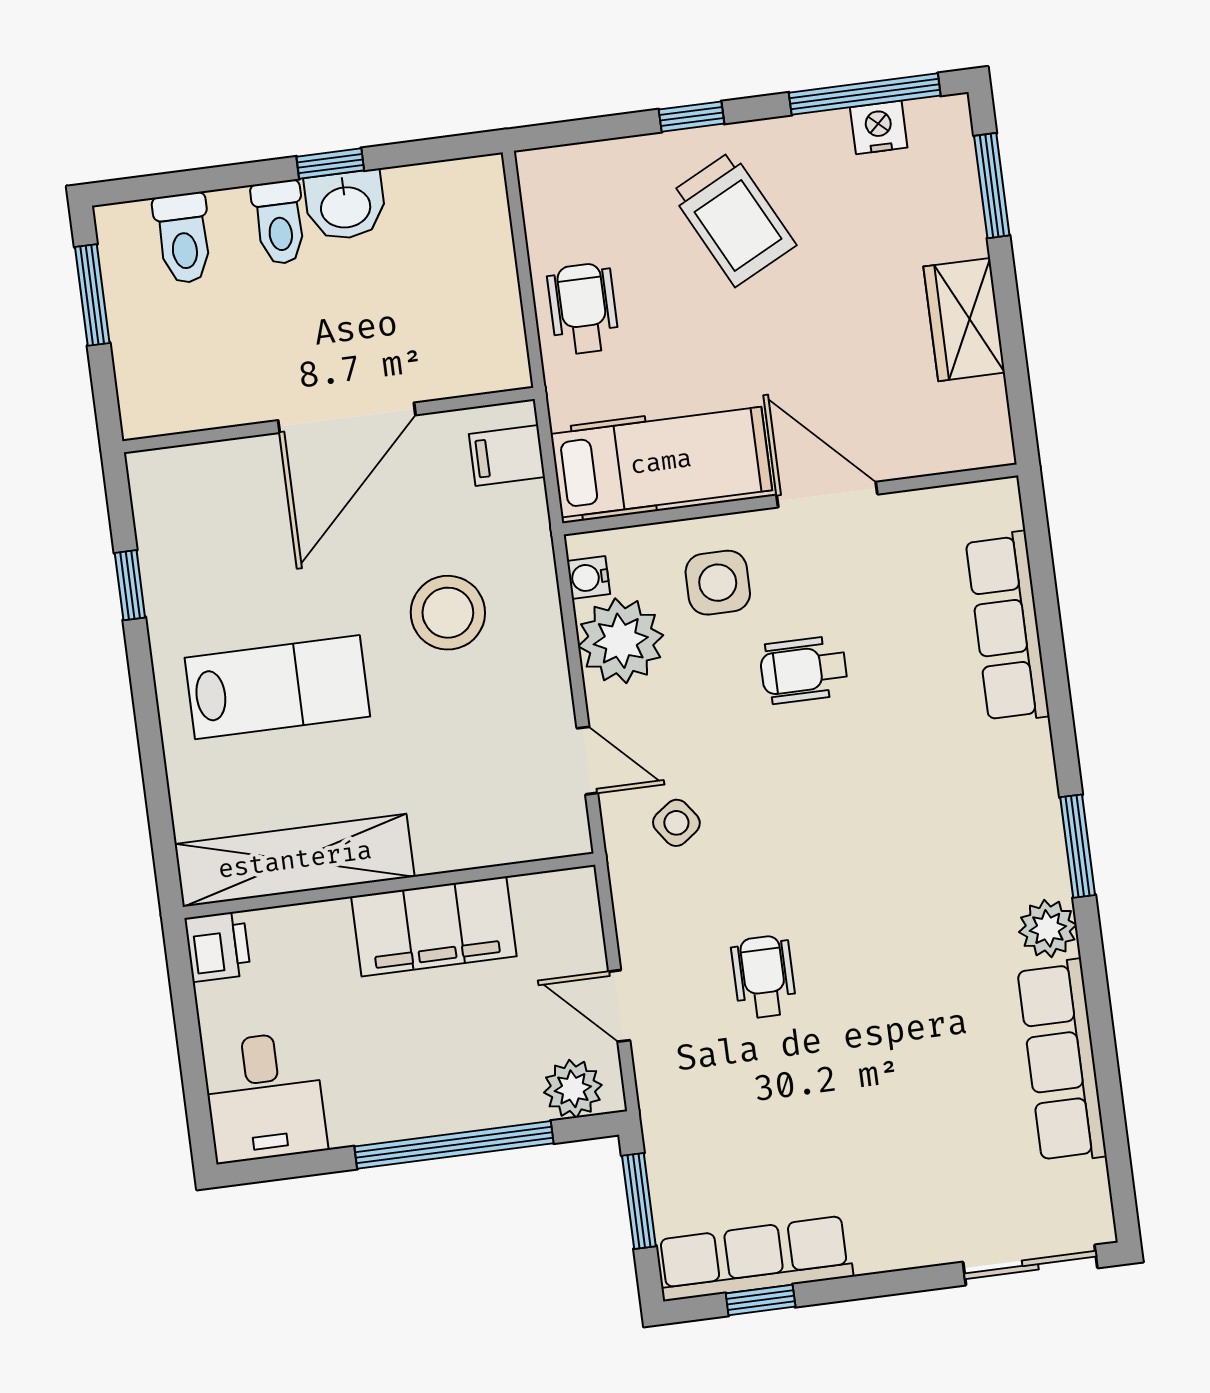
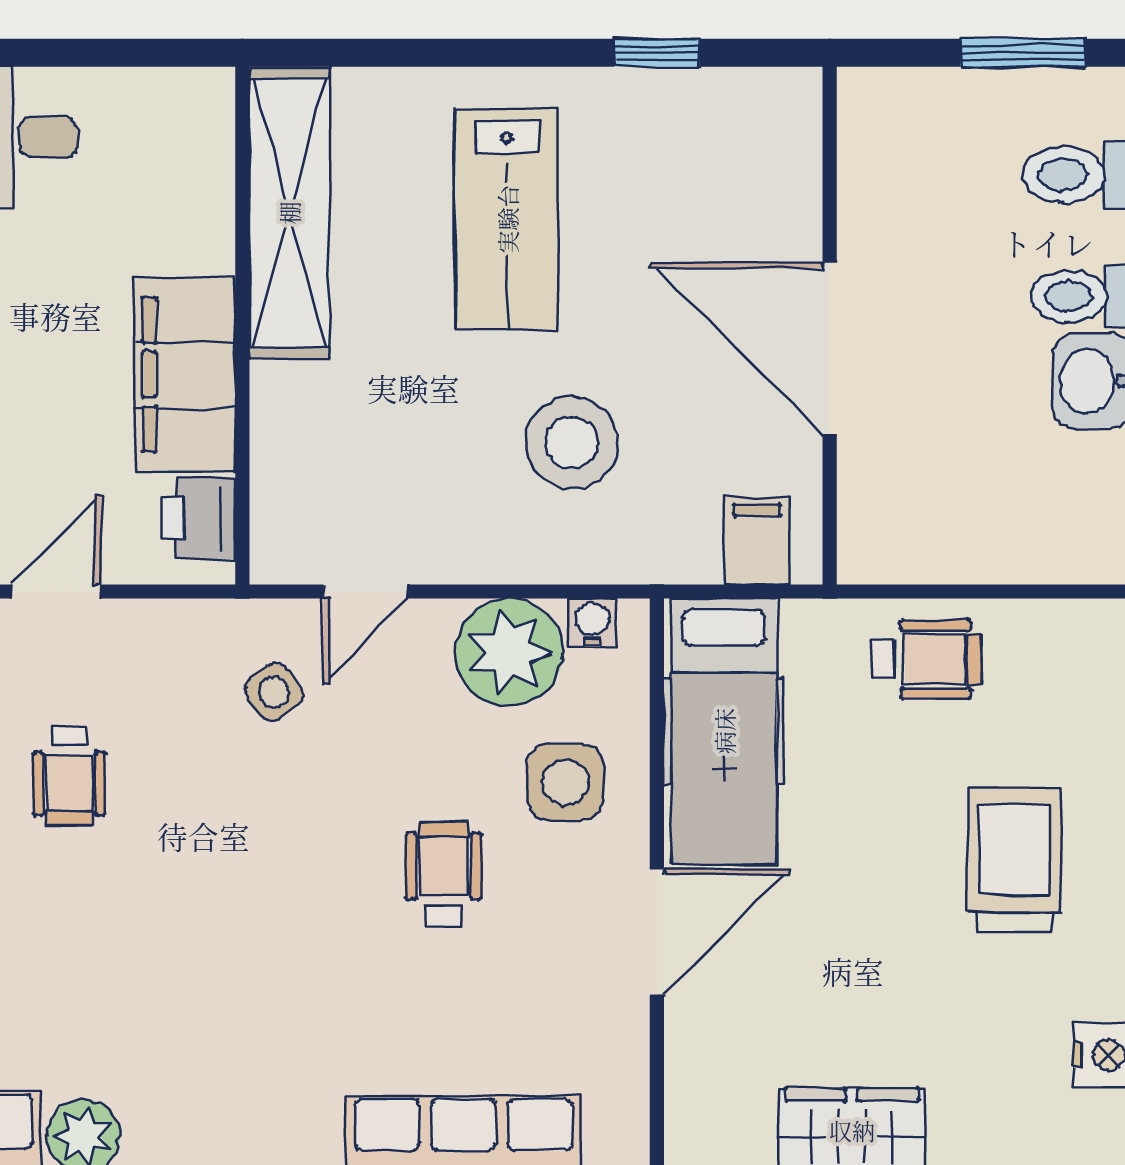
trolley: (733, 219) -> (1014, 860), turned 117
printer: (218, 946) -> (199, 518), moved, turned 90
wheelchair: (764, 977) -> (69, 775), turned 90

